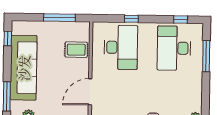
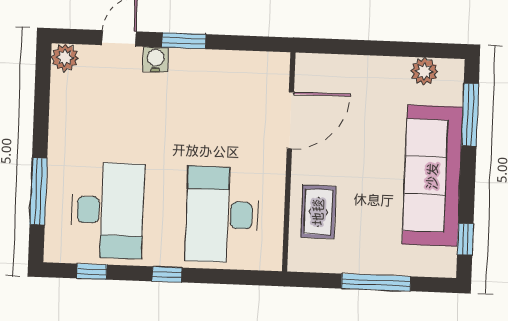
window: (59, 18) -> (376, 282), moved
window: (131, 19) -> (167, 274), moved
rug: (76, 50) -> (318, 212), turned 90

